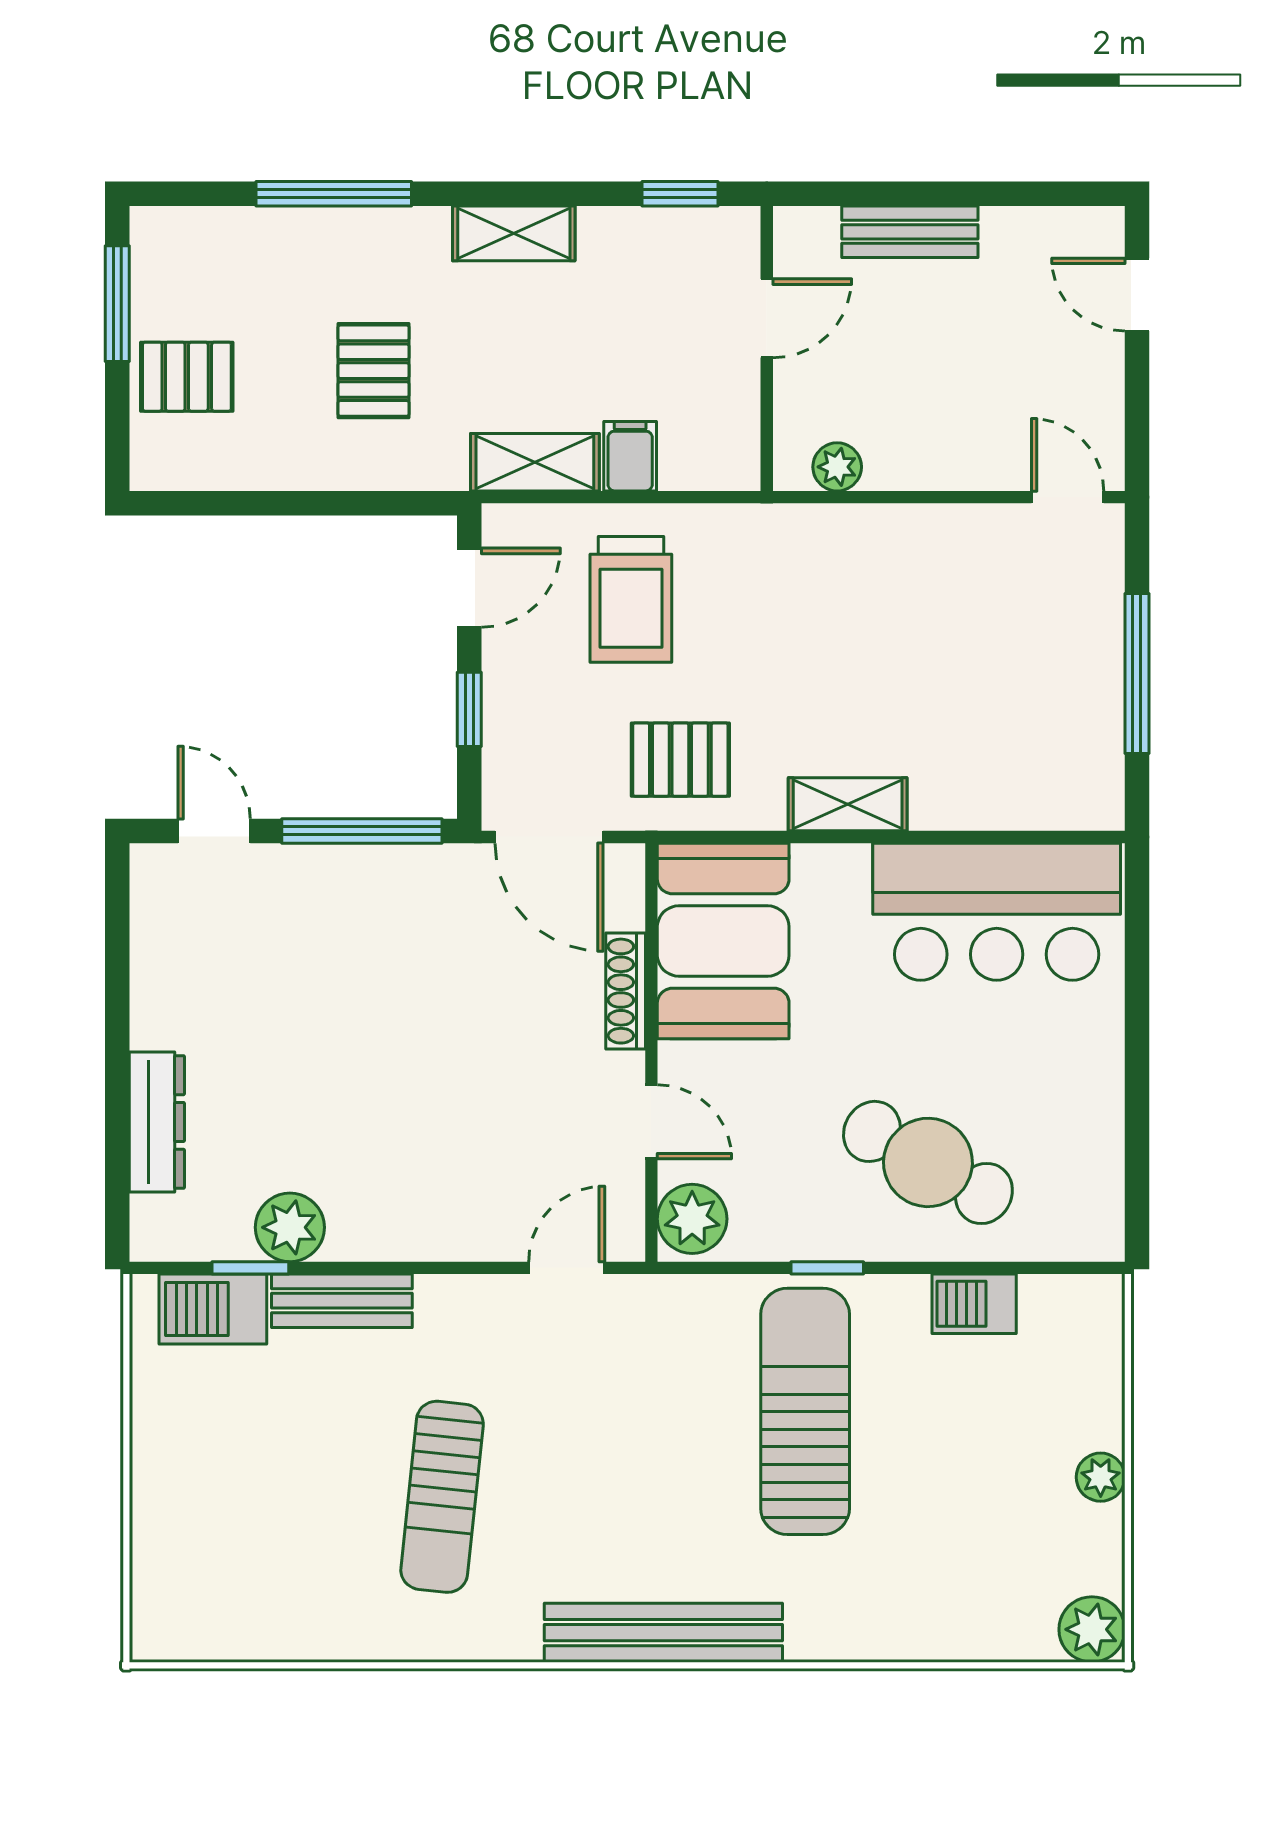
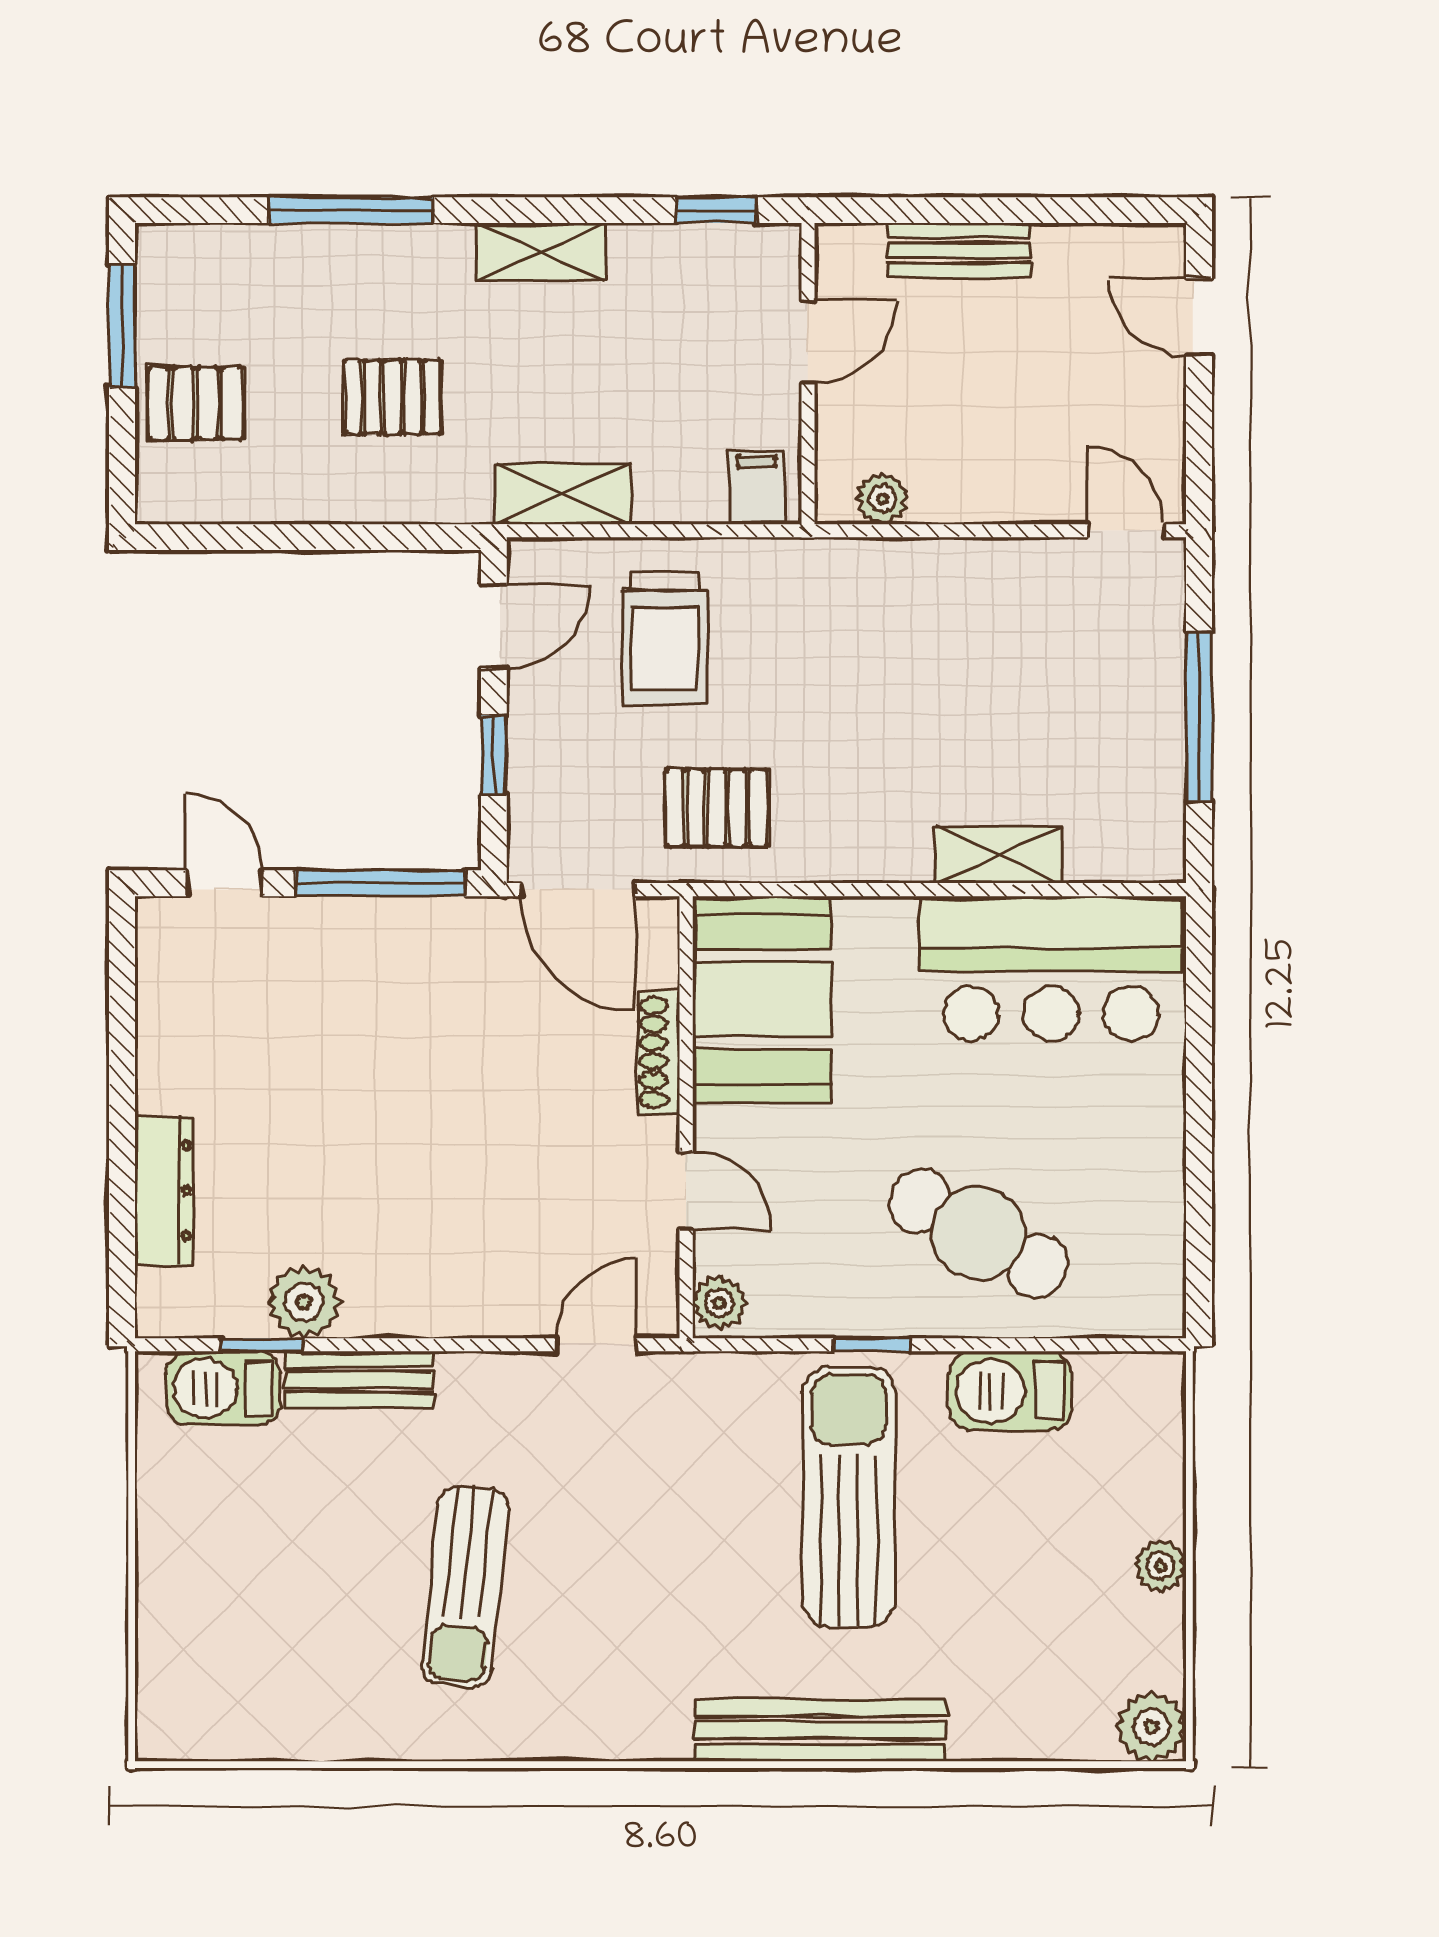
pallet: (374, 371) -> (393, 397), turned 90
filing cabinet: (630, 456) -> (757, 487), moved
shelving: (848, 804) -> (998, 855), moved
plant: (692, 1219) -> (719, 1303), width x0.73, depth x0.73
barbecue: (974, 1304) -> (1010, 1391), width x1.38, depth x1.27
bench: (663, 1633) -> (821, 1730), moved

